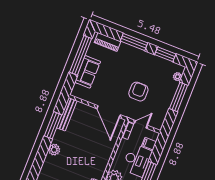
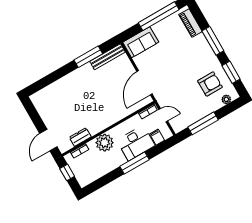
sofa: (88, 72) -> (141, 42), moved
armchair: (138, 92) -> (210, 84), moved
window: (179, 97) -> (203, 123), moved
plant: (54, 150) -> (73, 78), removed

